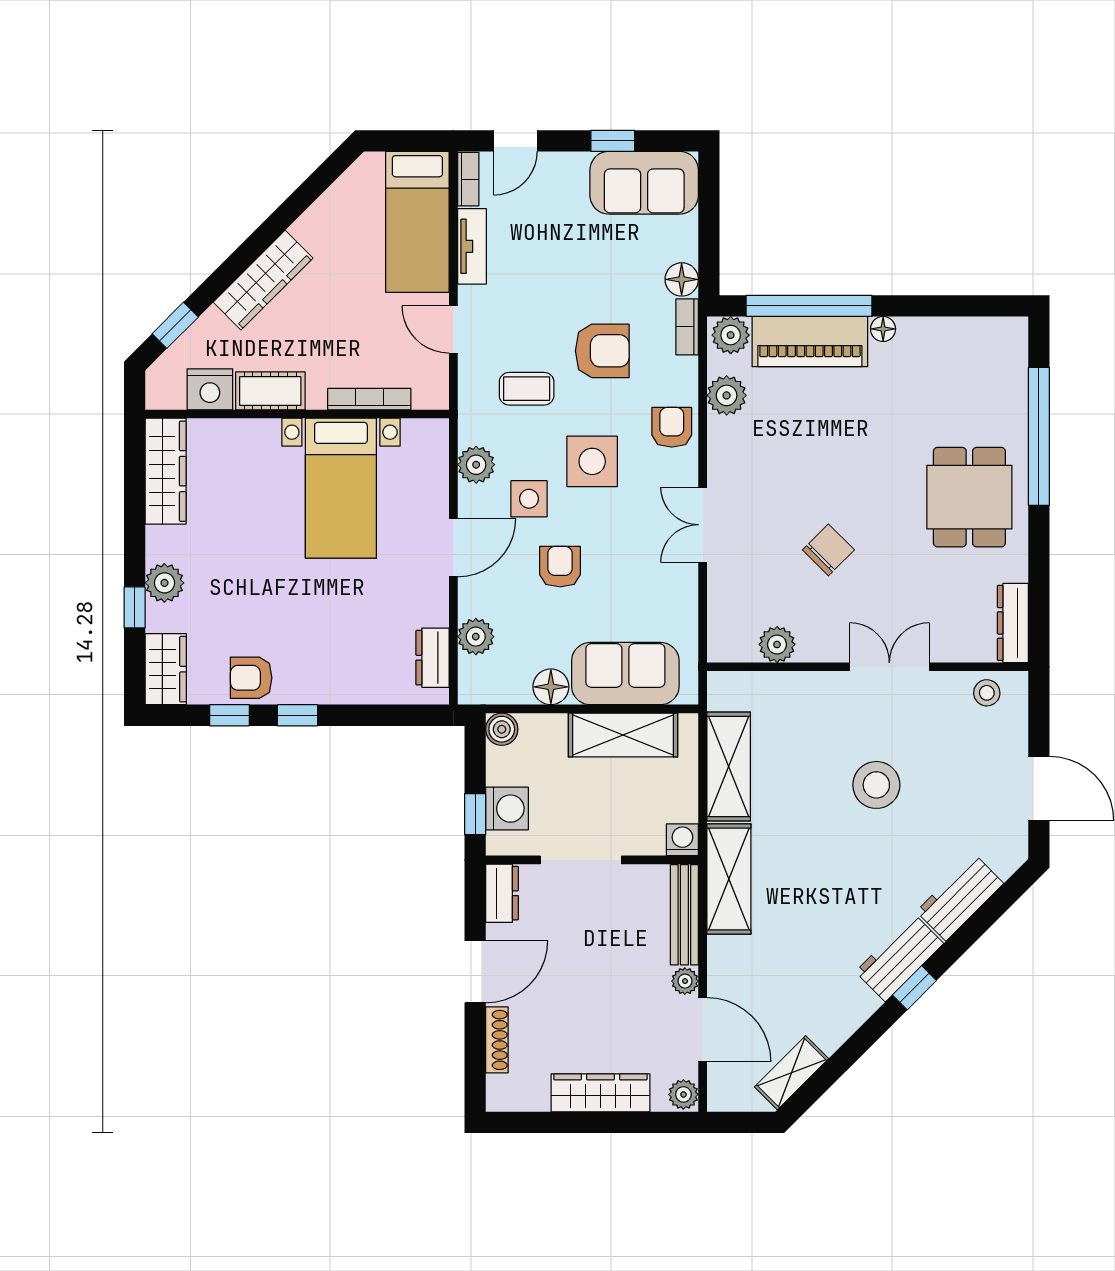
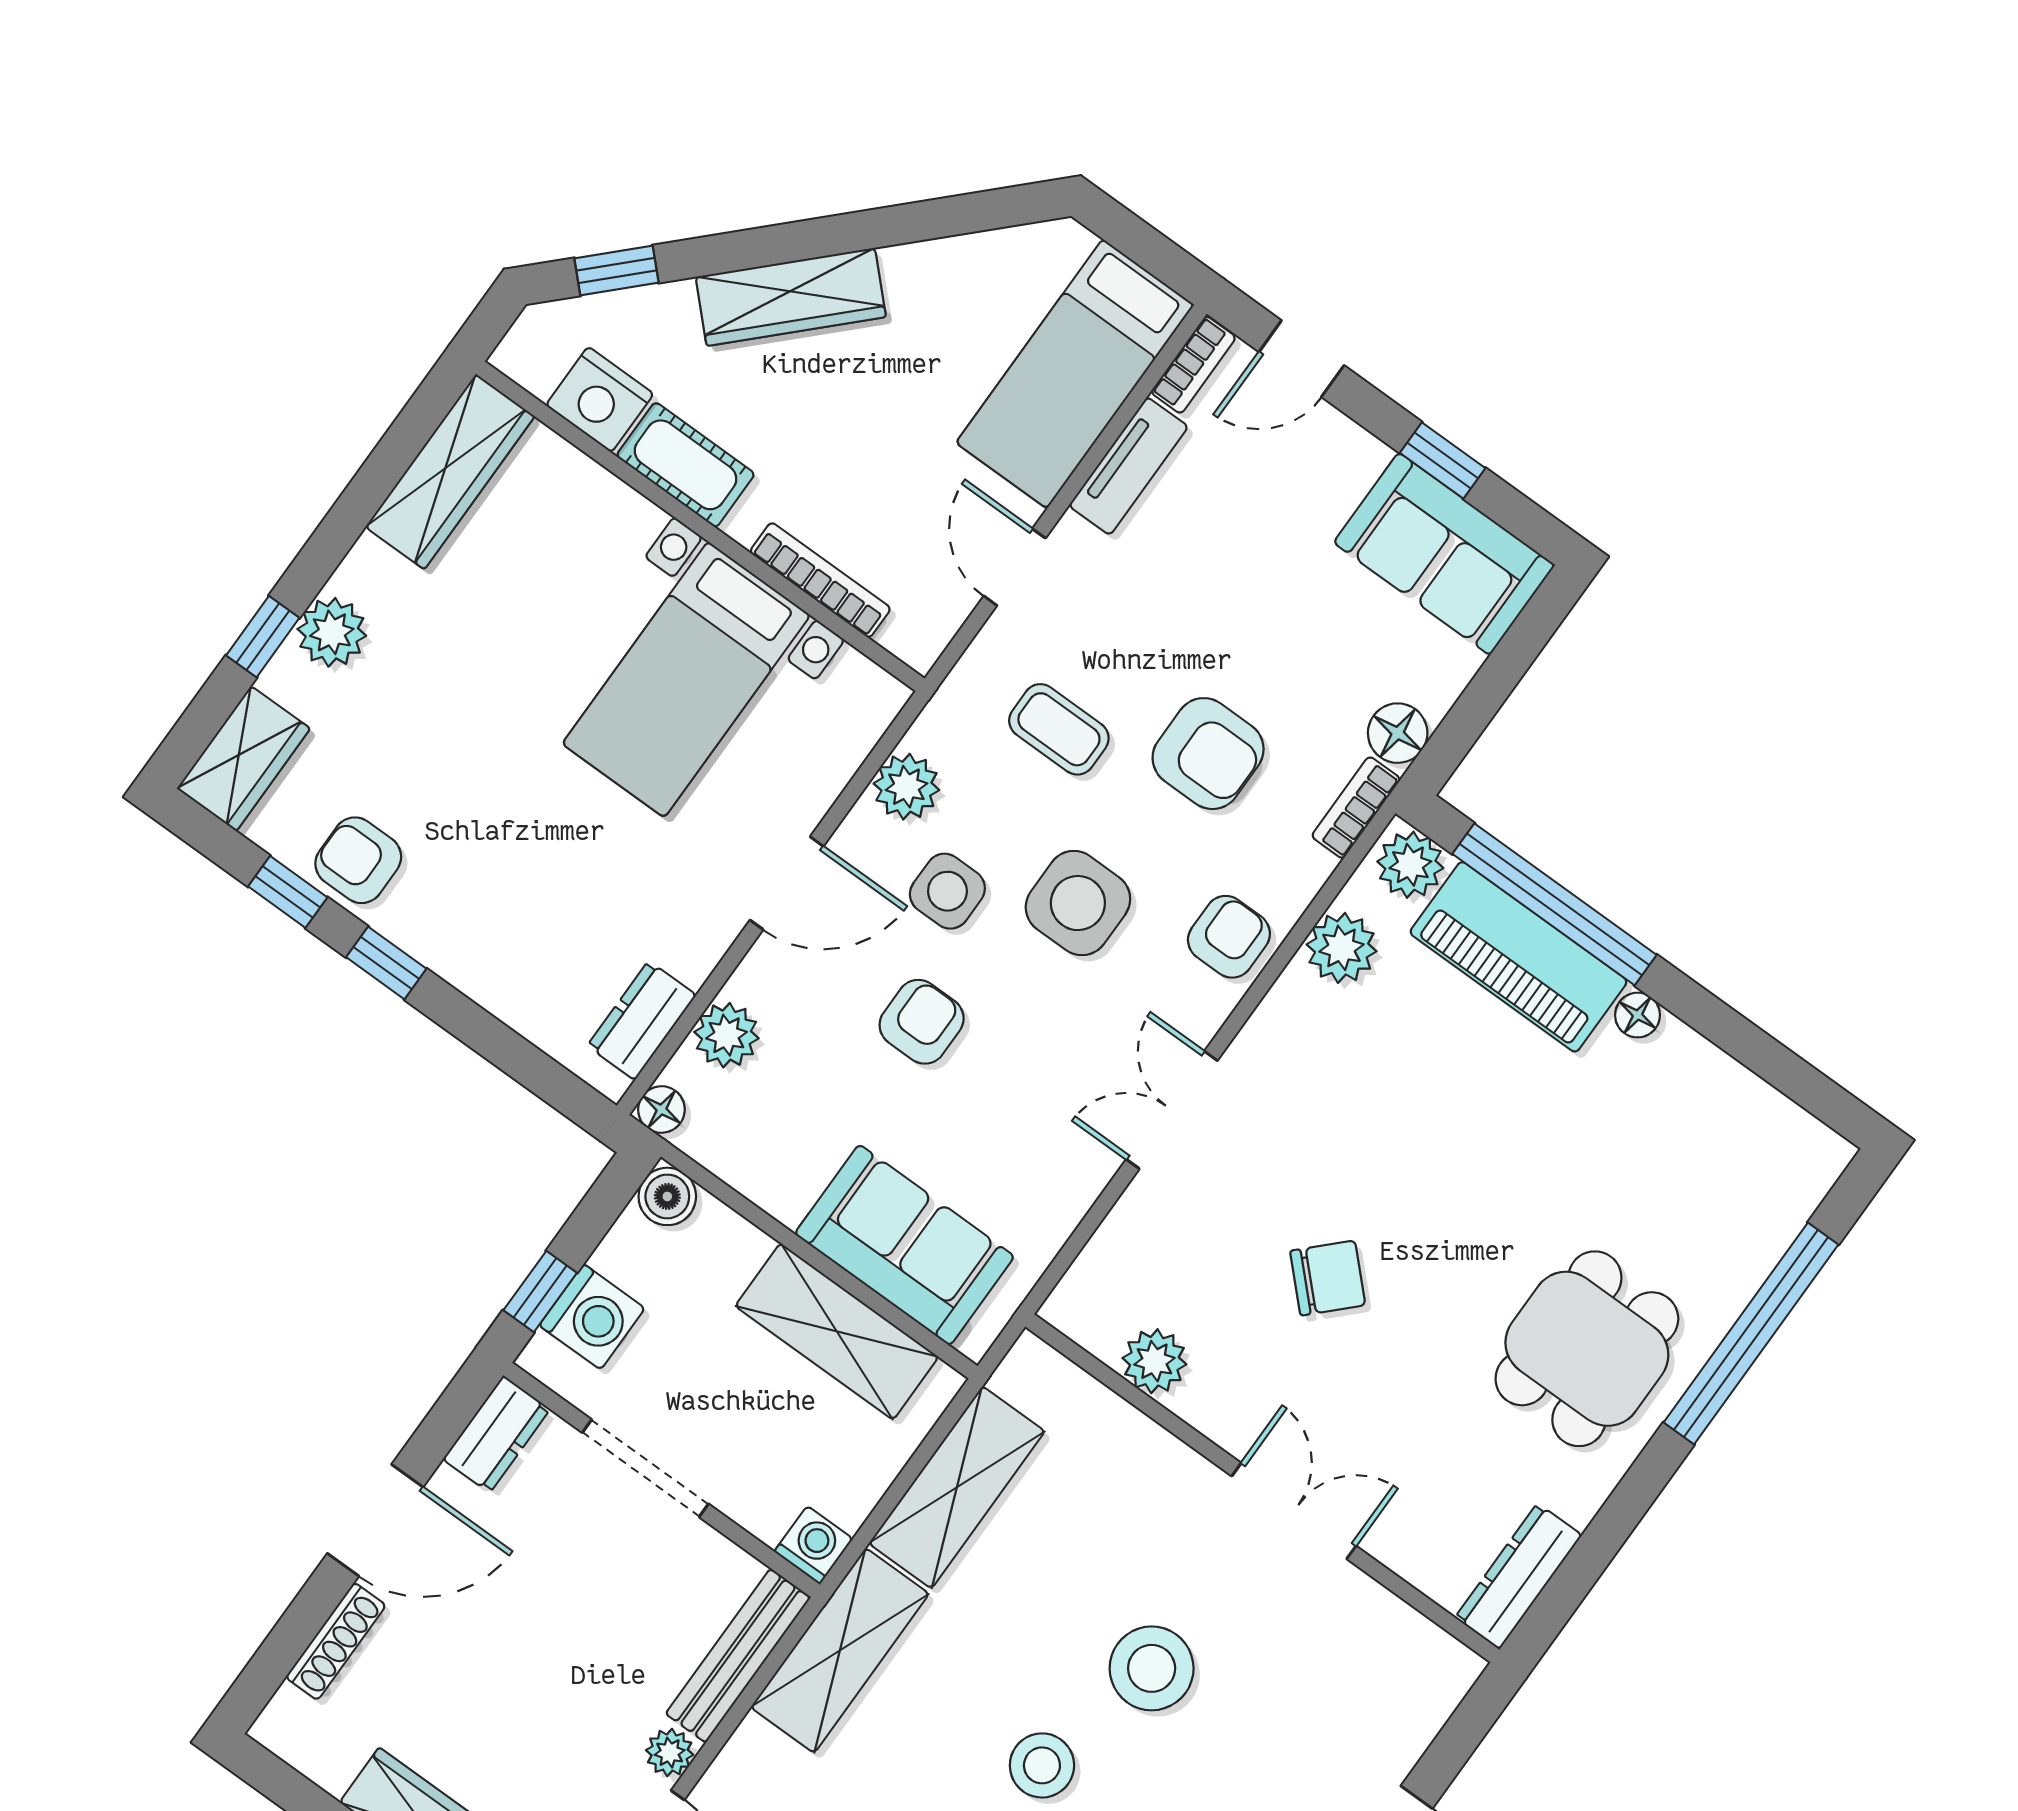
floor lamp: (551, 687) -> (661, 1109), moved, width x0.73, depth x0.73
stool: (987, 693) -> (1042, 1765), moved, width x1.37, depth x1.37

